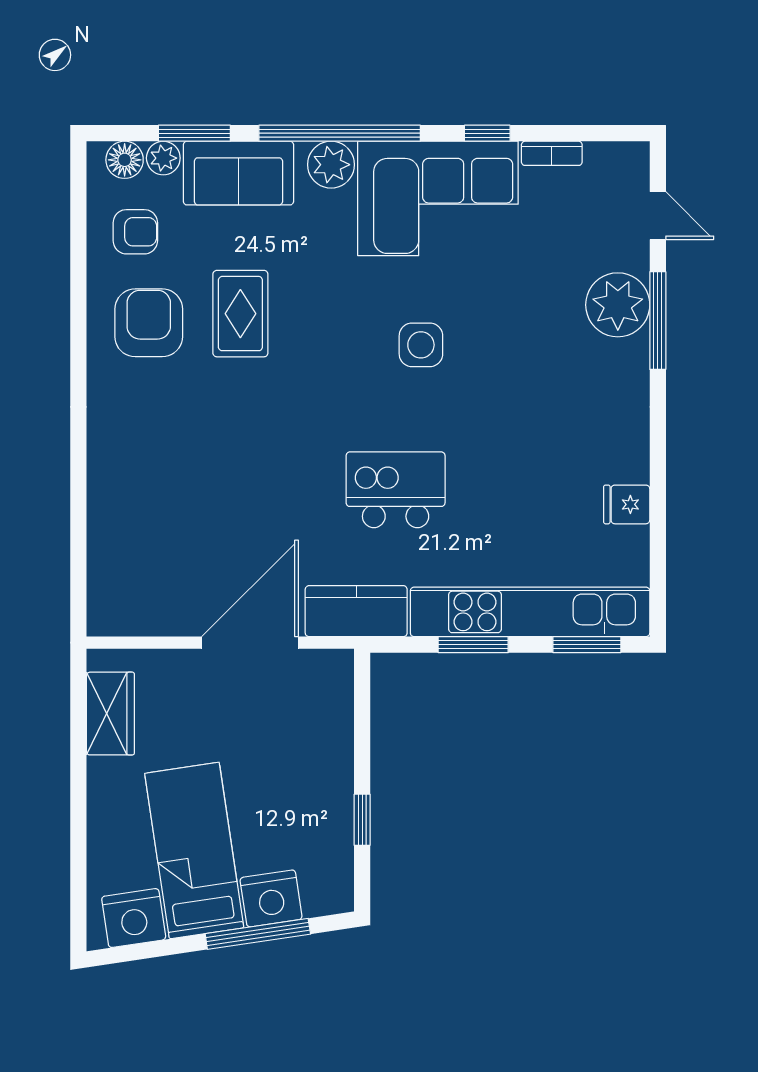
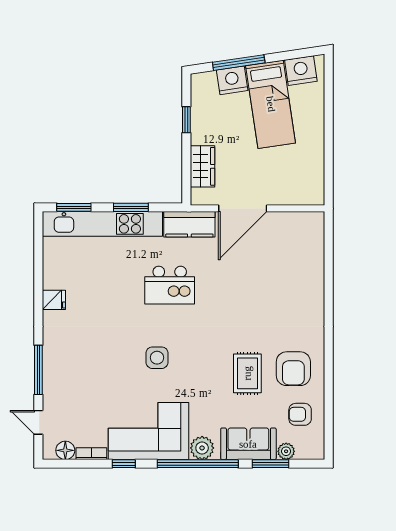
floor lamp: (125, 160) -> (65, 450), moved
plant: (618, 305) -> (58, 378), removed
fridge: (627, 504) -> (54, 300), moved
wardrobe: (110, 714) -> (203, 166), moved, turned 180

